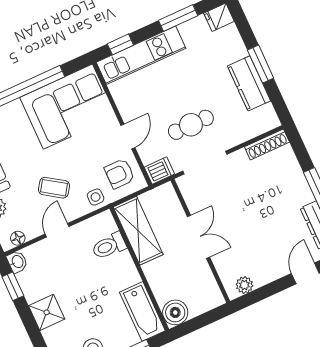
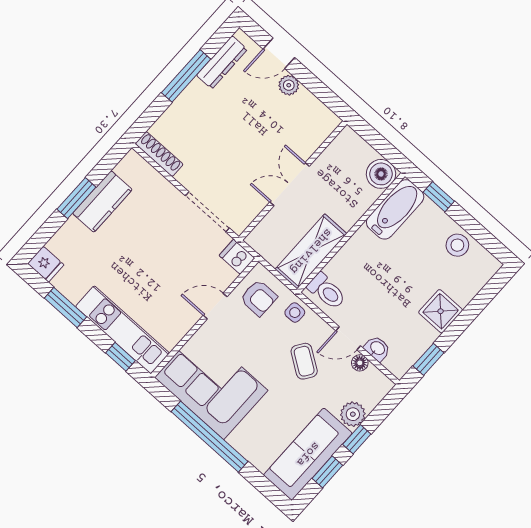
cafe table: (191, 125) -> (174, 244), removed
floor lamp: (18, 238) -> (360, 363), moved
toilet: (109, 246) -> (327, 291), moved
washbasin: (17, 262) -> (377, 348), moved, turned 90
plant: (244, 285) -> (289, 85), moved

